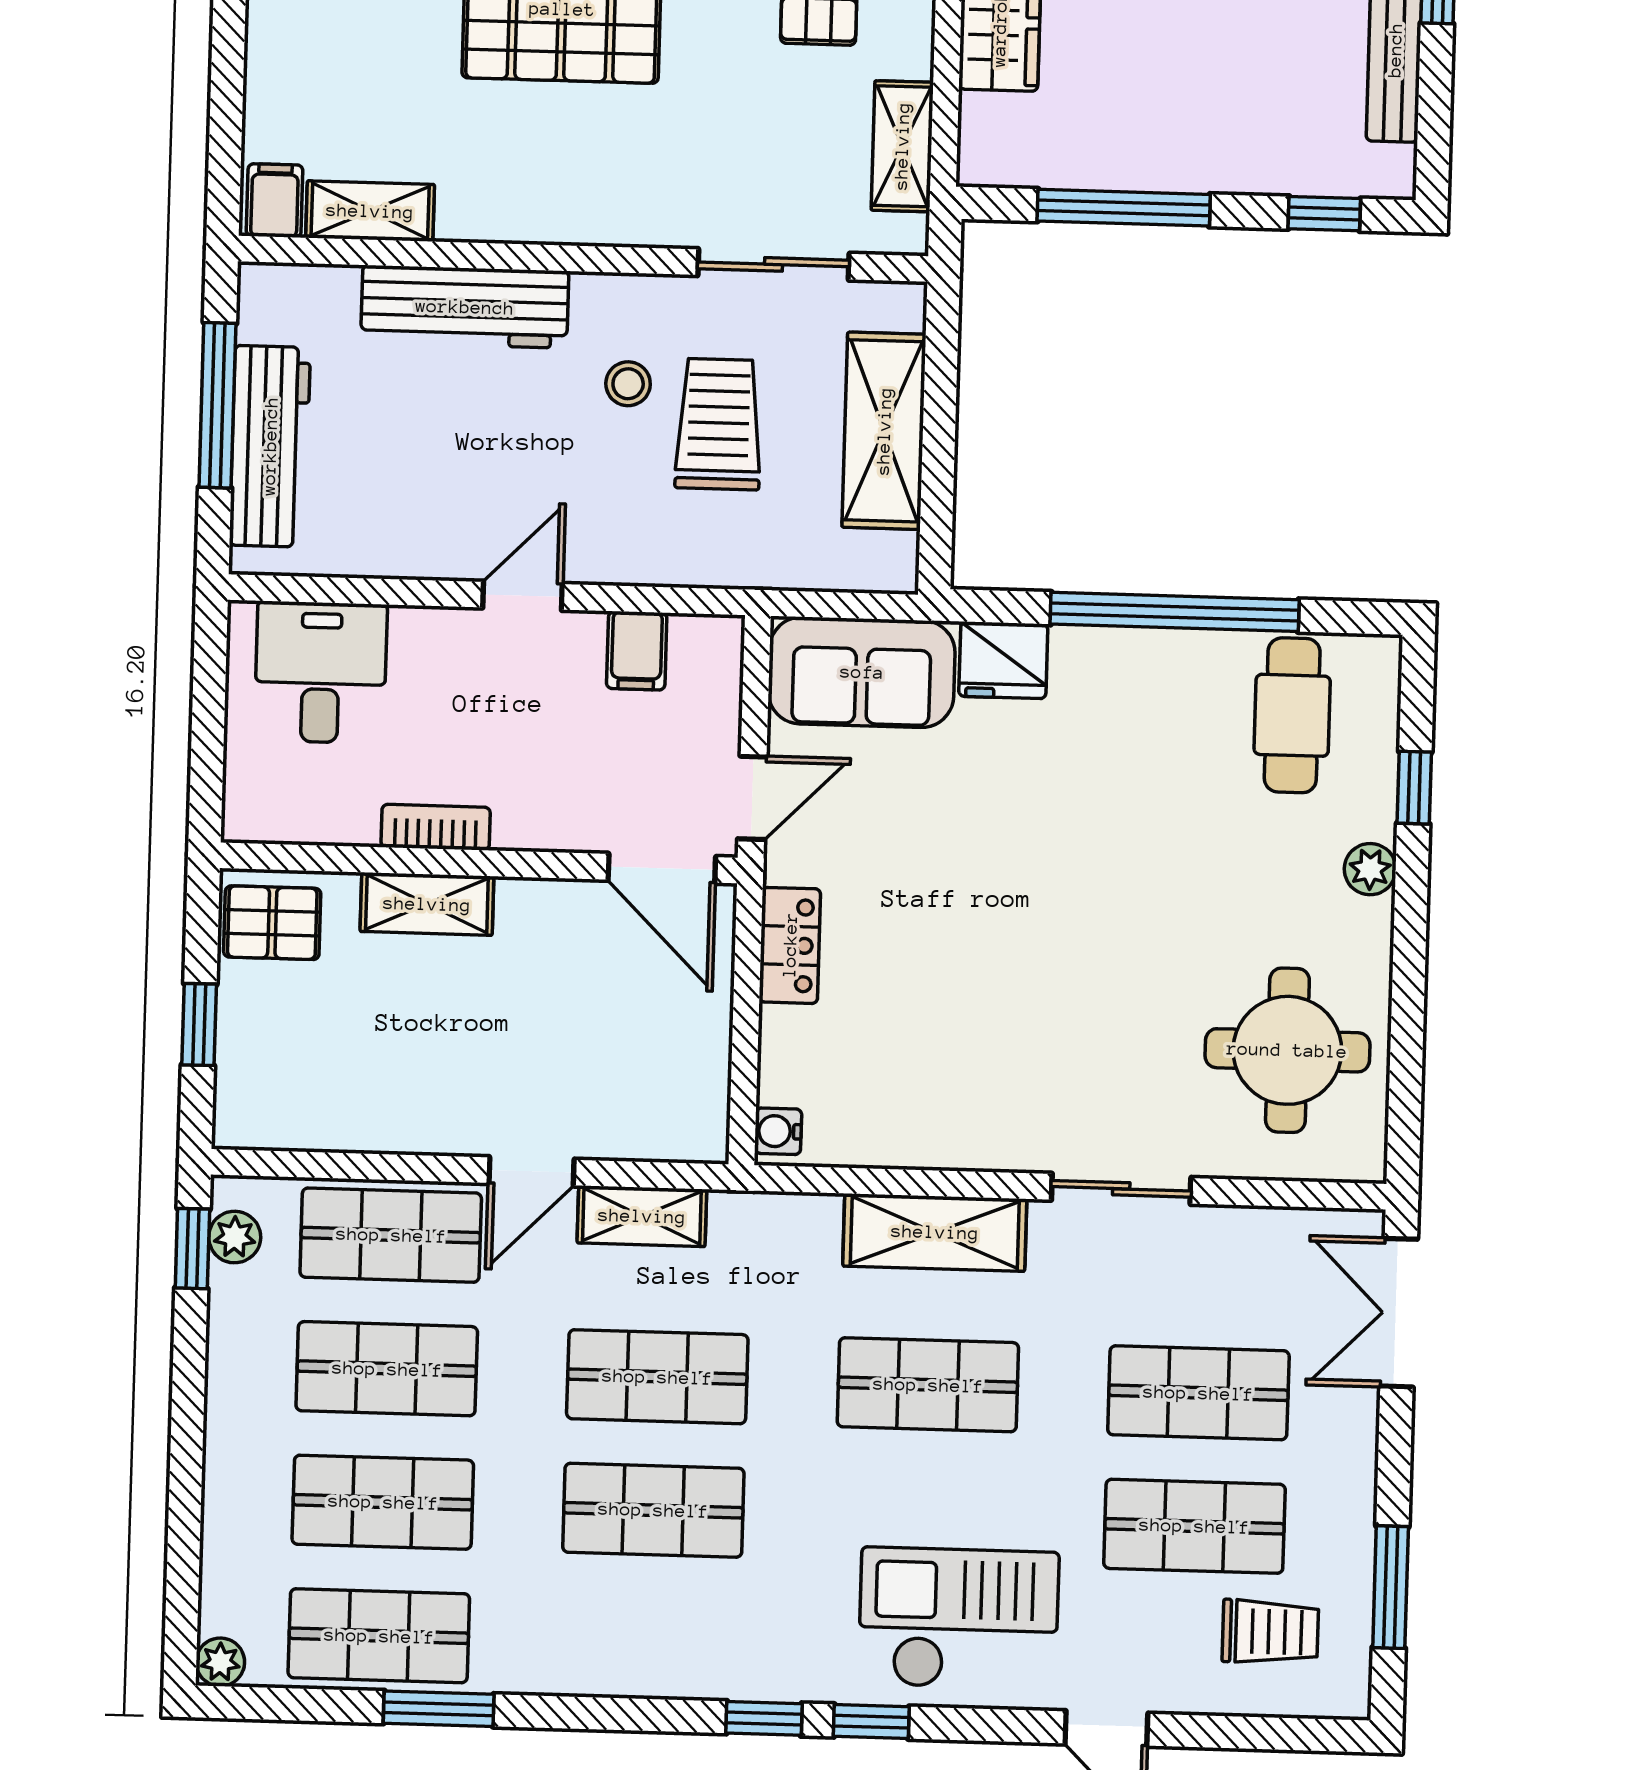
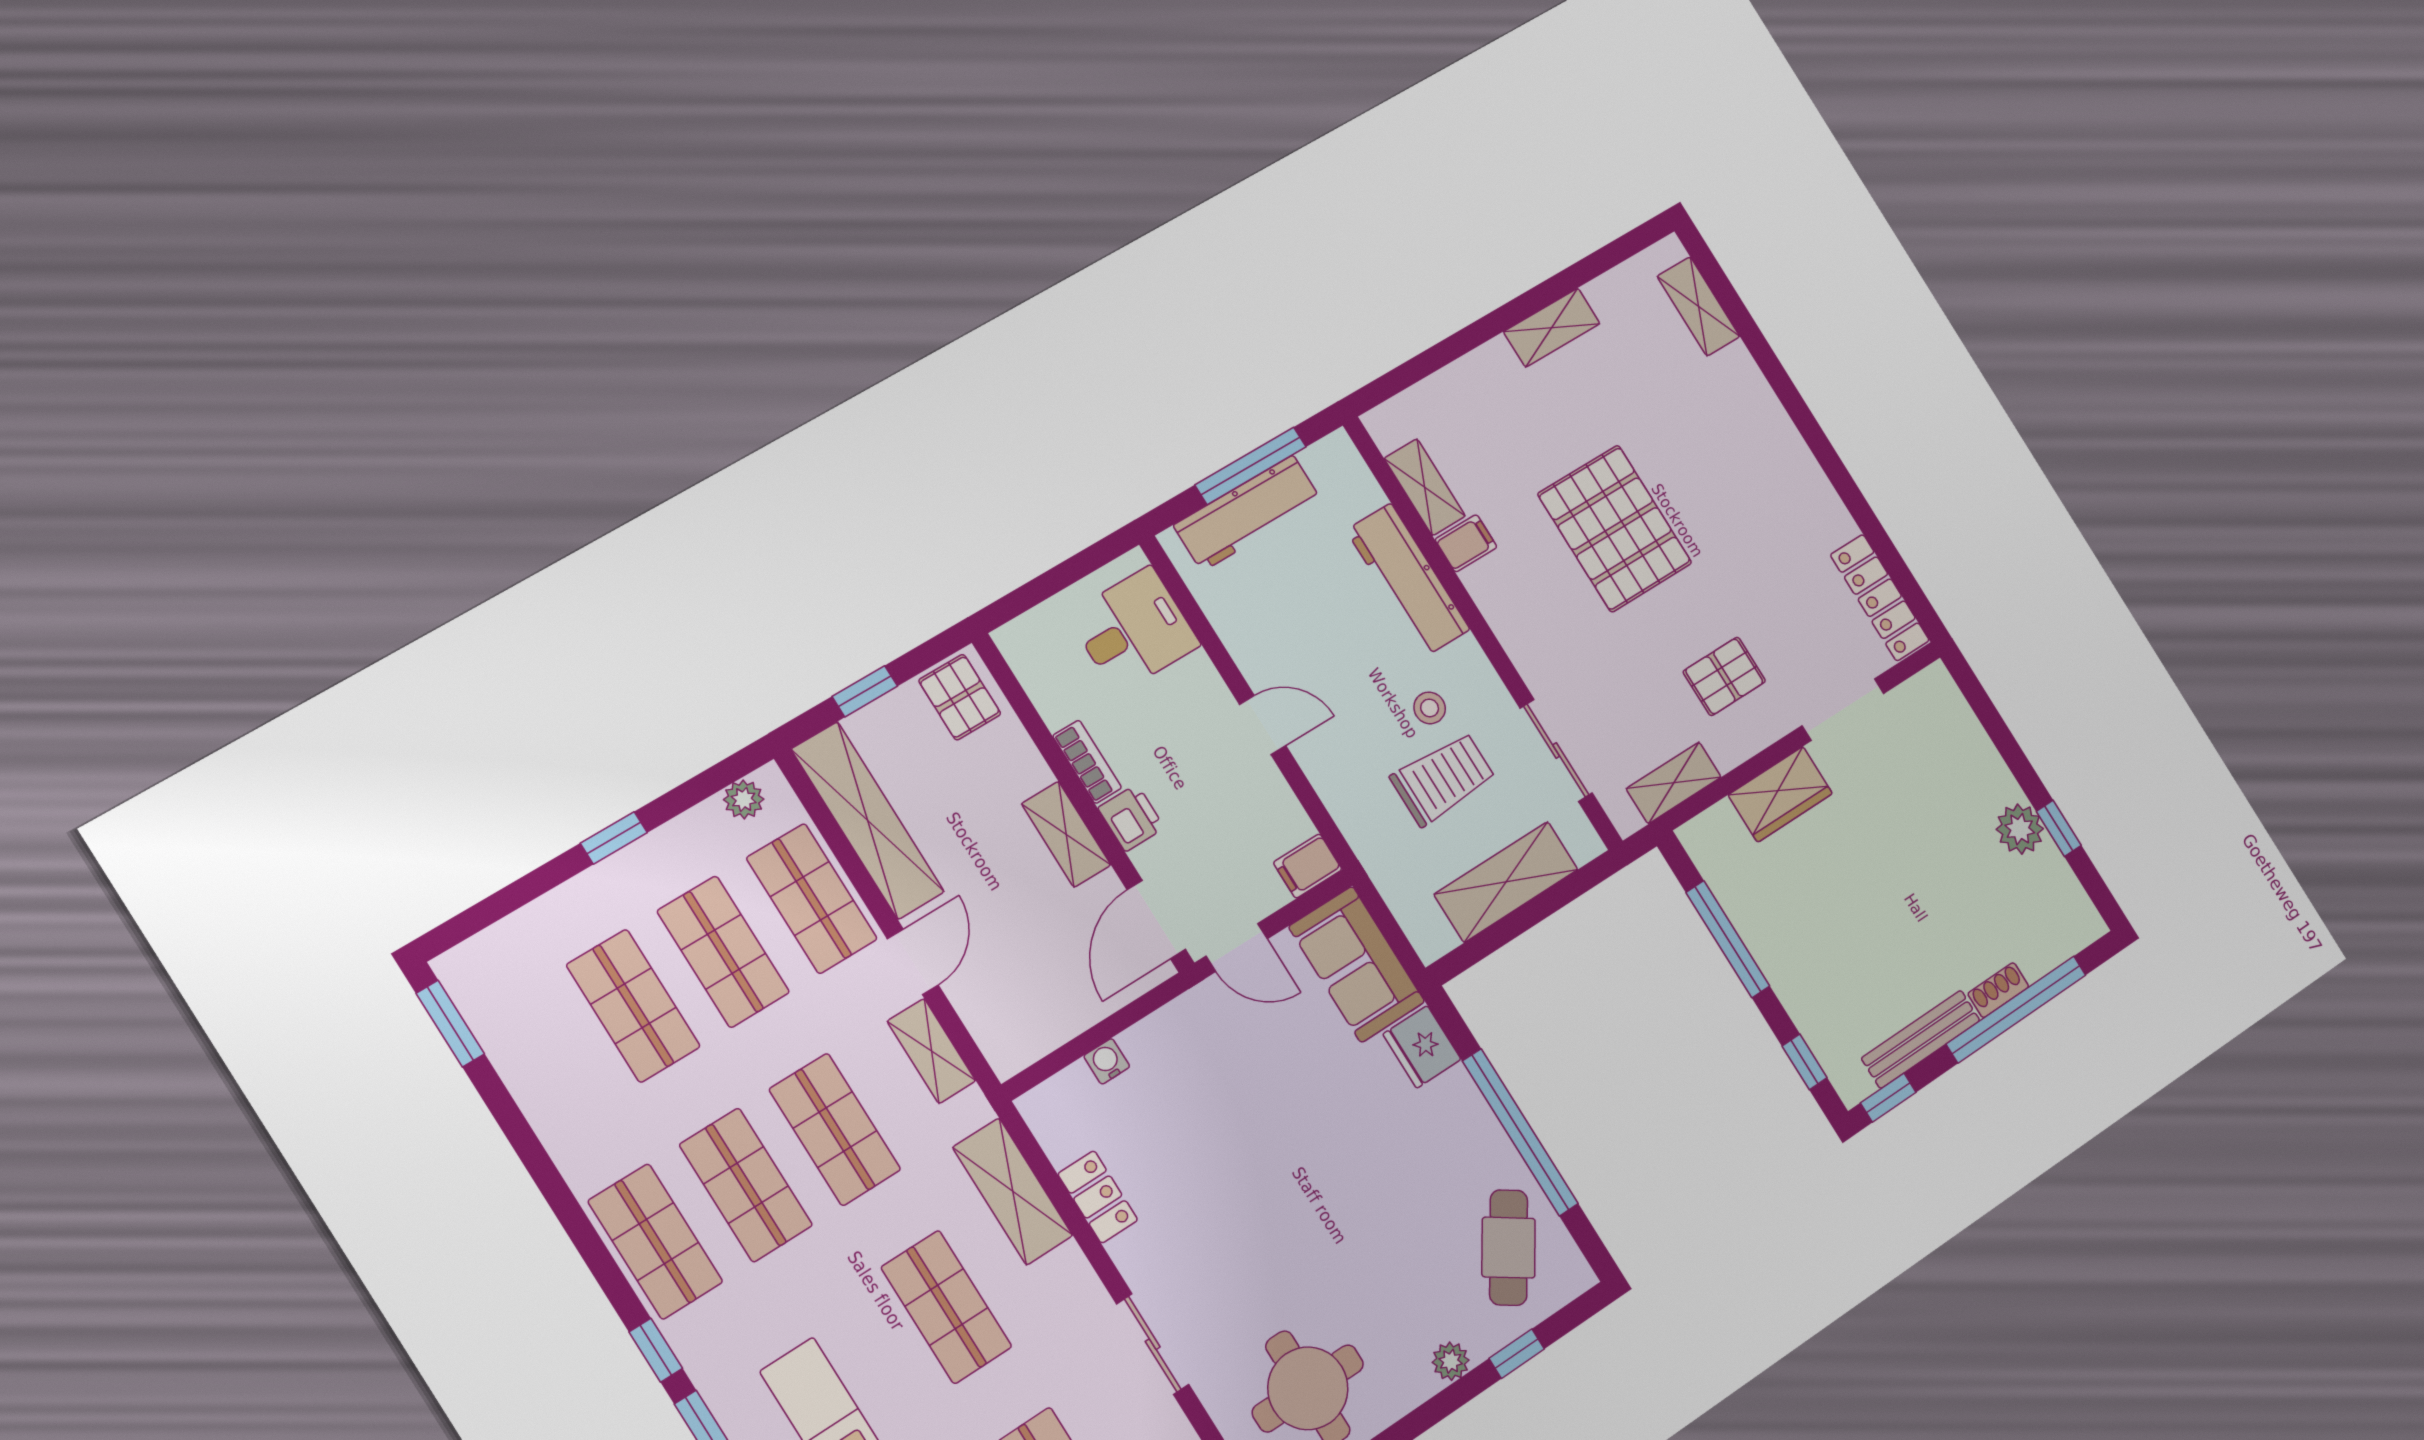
window: (1434, 139) -> (1888, 1098), added
filing cabinet: (275, 200) -> (1466, 543), moved
filing cabinet: (637, 651) -> (1308, 866), moved
cafe table: (1292, 715) -> (1509, 1248), turned -56
printer: (530, 820) -> (1131, 818), added
shelving: (427, 904) -> (1066, 834), moved
locker: (790, 945) -> (1098, 1197), moved, turned -90
shelving: (344, 1117) -> (868, 821), added
water cooler: (778, 1131) -> (1107, 1061), moved
door: (531, 1171) -> (913, 962), swing flipped
shelving: (935, 1232) -> (1013, 1191), moved
window: (192, 1249) -> (614, 838), moved
shop shelf: (379, 1636) -> (655, 1241), moved
plant: (220, 1662) -> (454, 968), removed
window: (439, 1709) -> (450, 1024), moved

